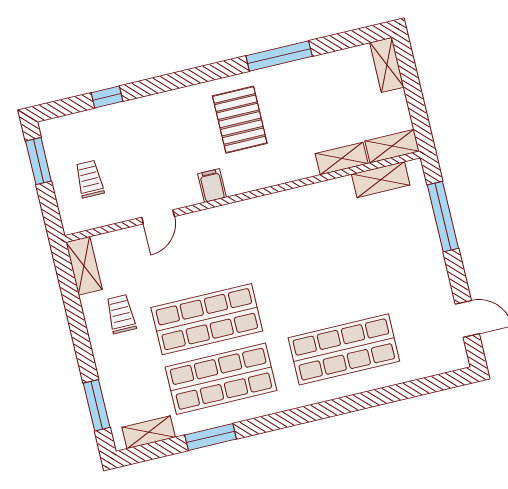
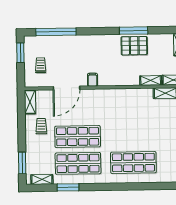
window: (107, 97) -> (56, 32), width x3.17
pallet: (240, 120) -> (134, 46), moved, turned 90
door: (158, 217) -> (66, 88), width x1.87

